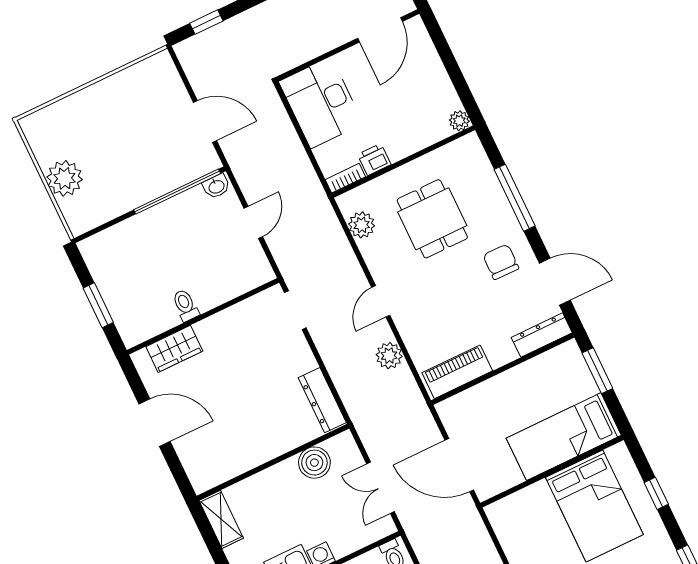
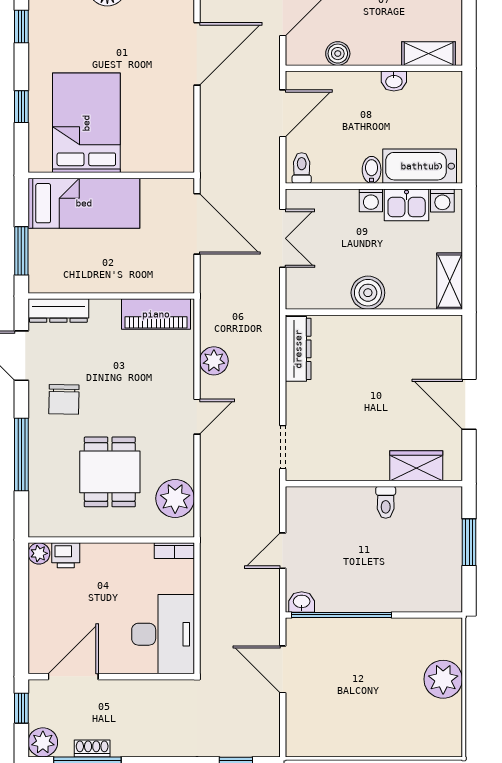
printer: (374, 160) -> (66, 555), moved
plant: (362, 225) -> (175, 498), width x1.36, depth x1.36
boiler: (314, 463) -> (368, 293), moved

